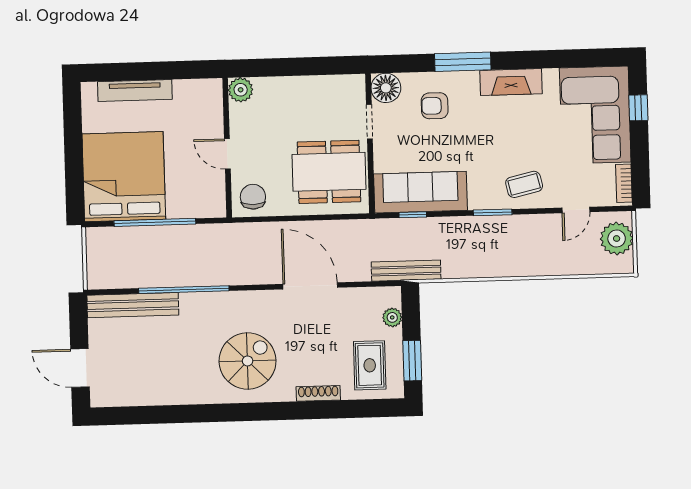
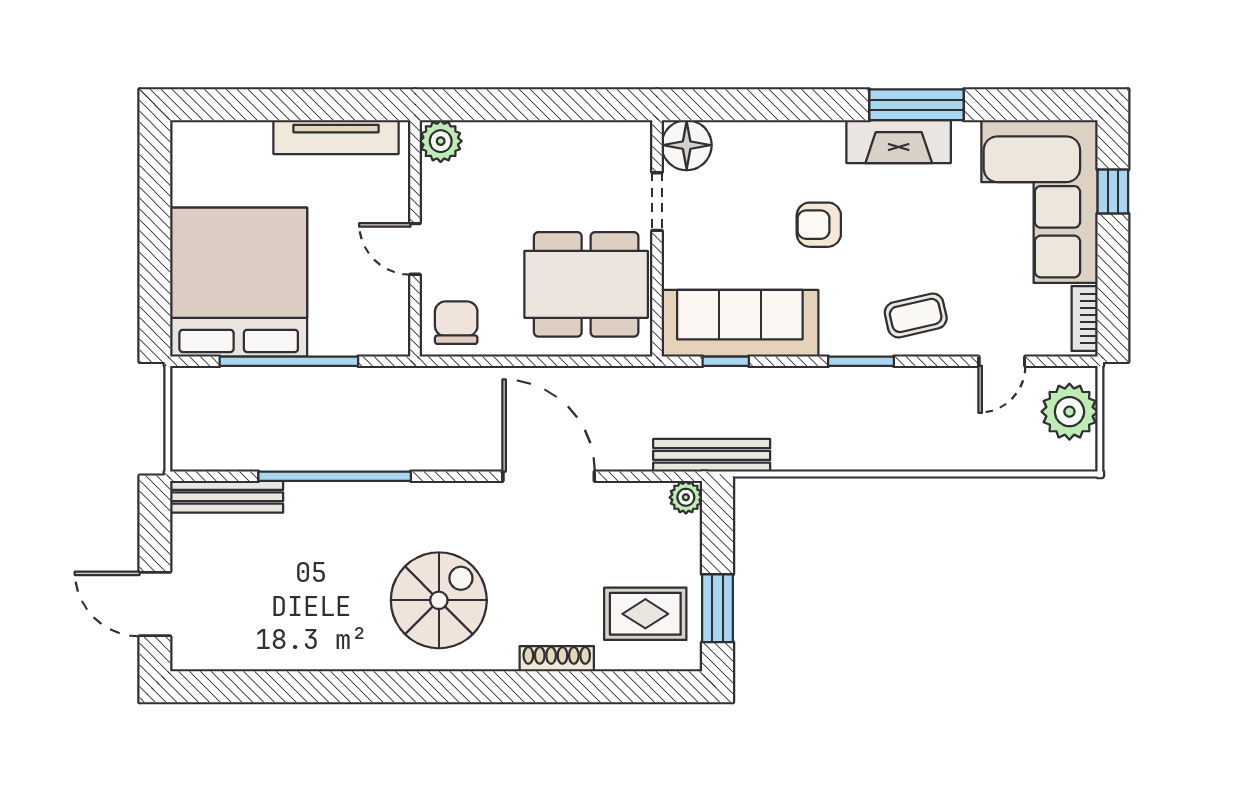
window: (463, 62) -> (916, 105), moved
tv unit: (135, 91) -> (336, 137), moved
armchair: (435, 106) -> (819, 225), moved
bench: (133, 305) -> (227, 497), width x0.73, depth x0.82
plant: (392, 317) -> (686, 497), moved
rug: (370, 365) -> (645, 614), turned 90

